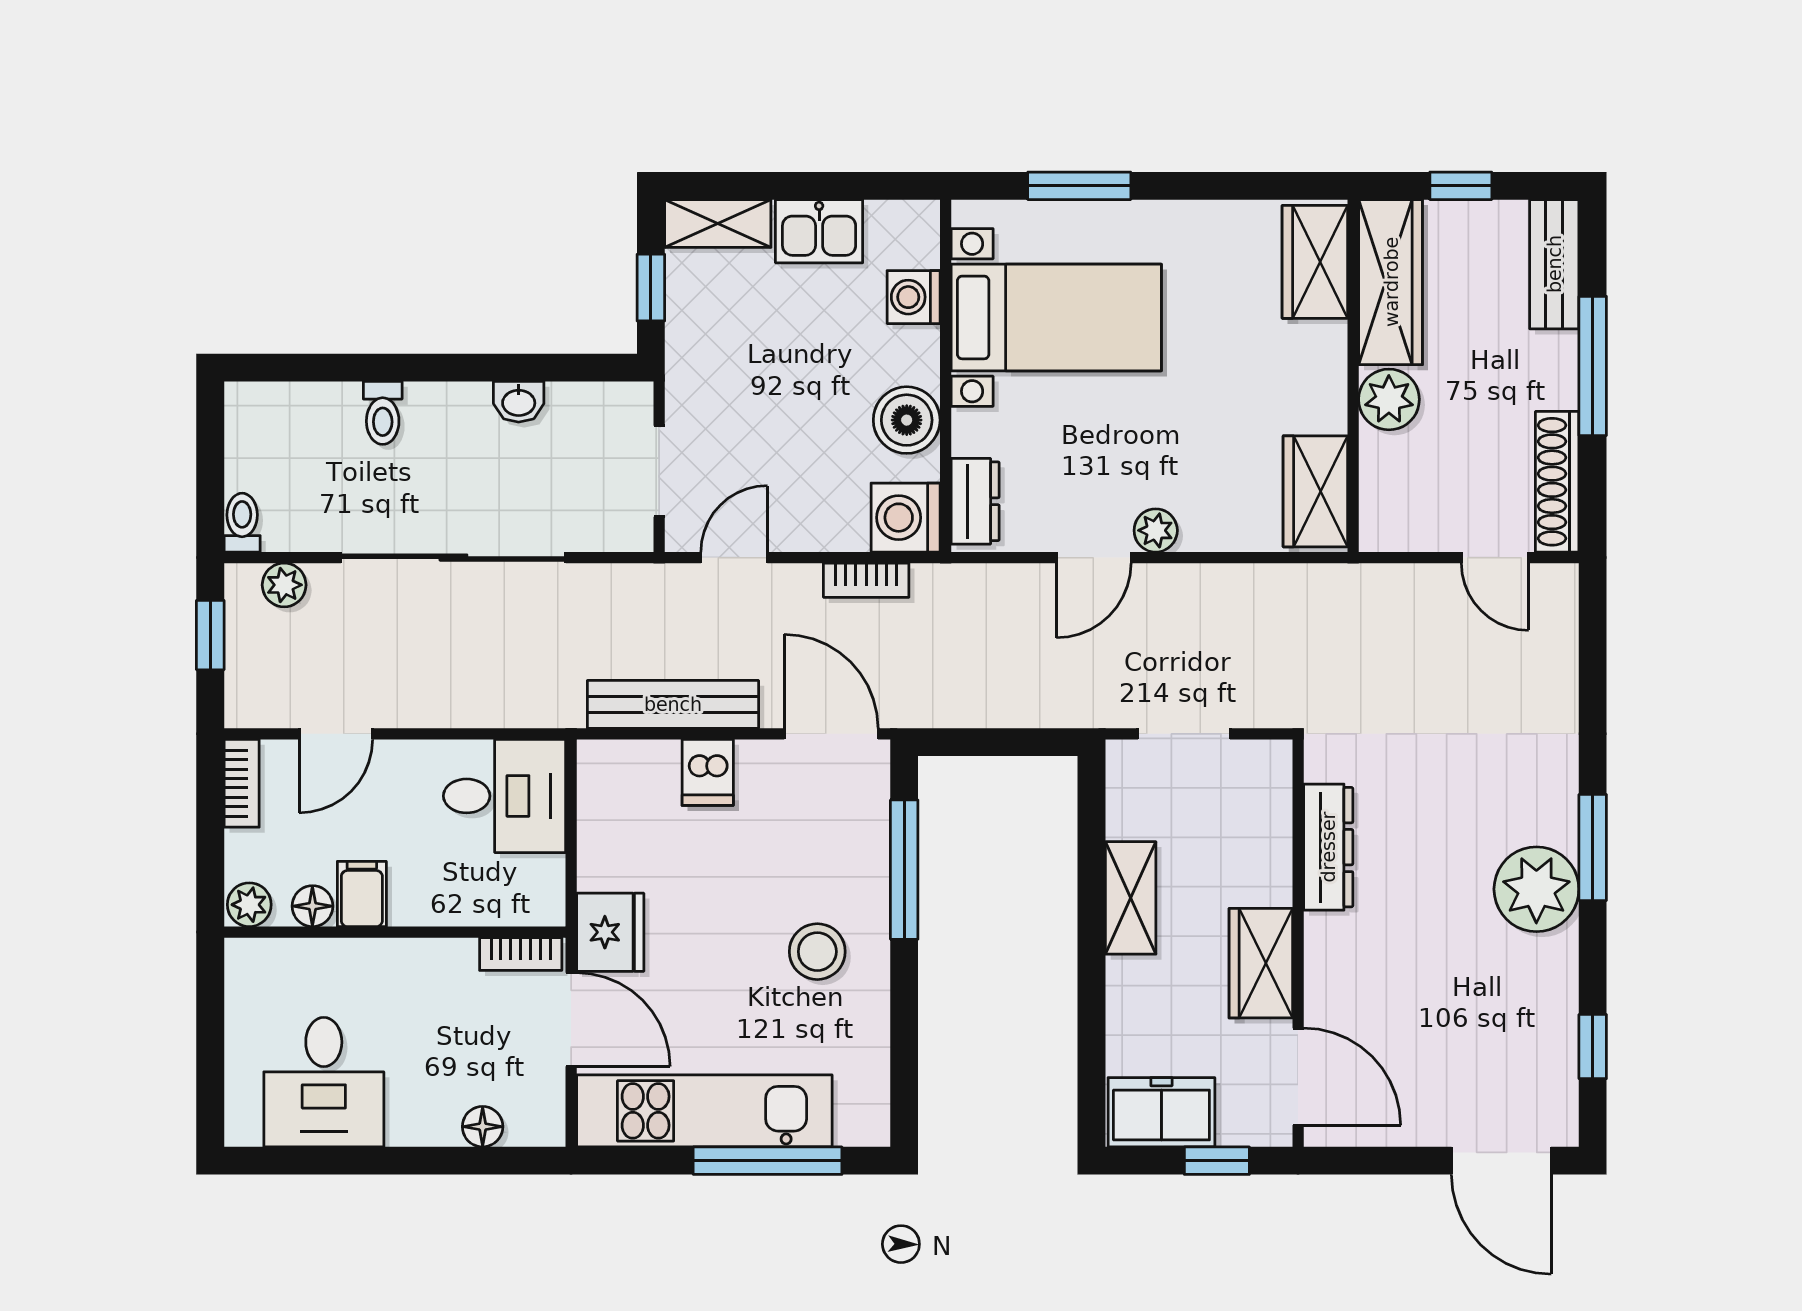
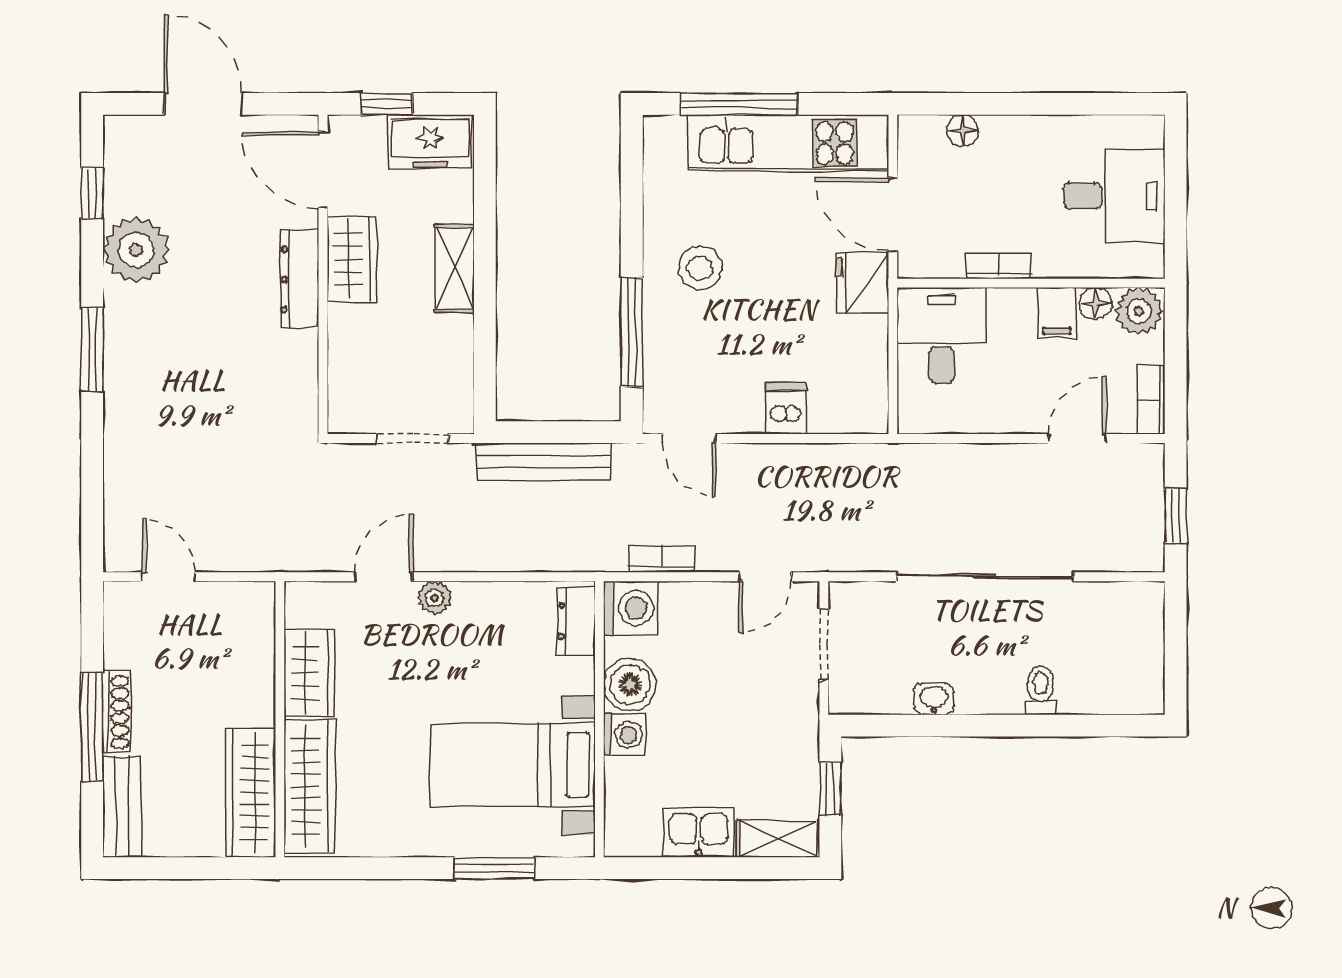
window: (1461, 186) -> (195, 868), removed
wardrobe: (1315, 262) -> (310, 786), width x1.50
washing machine: (914, 297) -> (624, 735), moved
plant: (1389, 399) -> (252, 701), removed
shoe rack: (1557, 482) -> (117, 712), moved, width x0.74, depth x0.81
wardrobe: (1315, 491) -> (309, 673), moved
toilet: (242, 523) -> (1151, 604), removed
door: (1094, 558) -> (384, 577), moved
plant: (284, 585) -> (1118, 555), removed
bench: (673, 704) -> (543, 462), moved
door: (831, 734) -> (689, 439), width x0.73
desk: (504, 796) -> (942, 335), moved, turned 90
dresser: (1328, 847) -> (299, 279), moved
plant: (1536, 889) -> (136, 250), moved
shelving: (1131, 898) -> (454, 268), moved
plant: (249, 905) -> (1139, 311), width x1.38, depth x1.38
bookcase: (521, 954) -> (999, 266), moved
desk: (324, 1082) -> (1114, 196), moved, turned 90
door: (1501, 1161) -> (203, 104), moved

